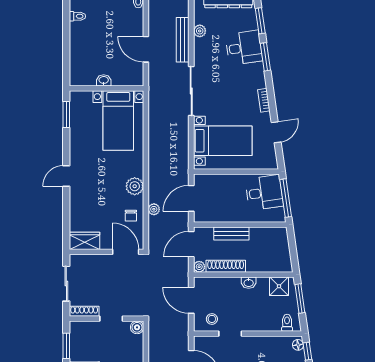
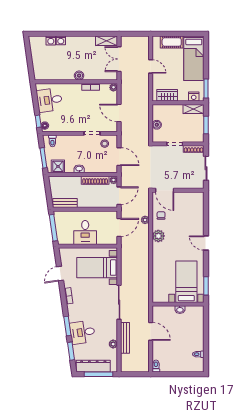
bed with nightstands: (118, 120) -> (186, 282), moved
door: (66, 176) -> (206, 243), swing flipped
desk: (264, 193) -> (85, 232), moved, turned -82
bench: (231, 234) -> (65, 203), moved
wardrobe: (84, 241) -> (193, 198), removed
boiler: (137, 327) -> (157, 125), moved

